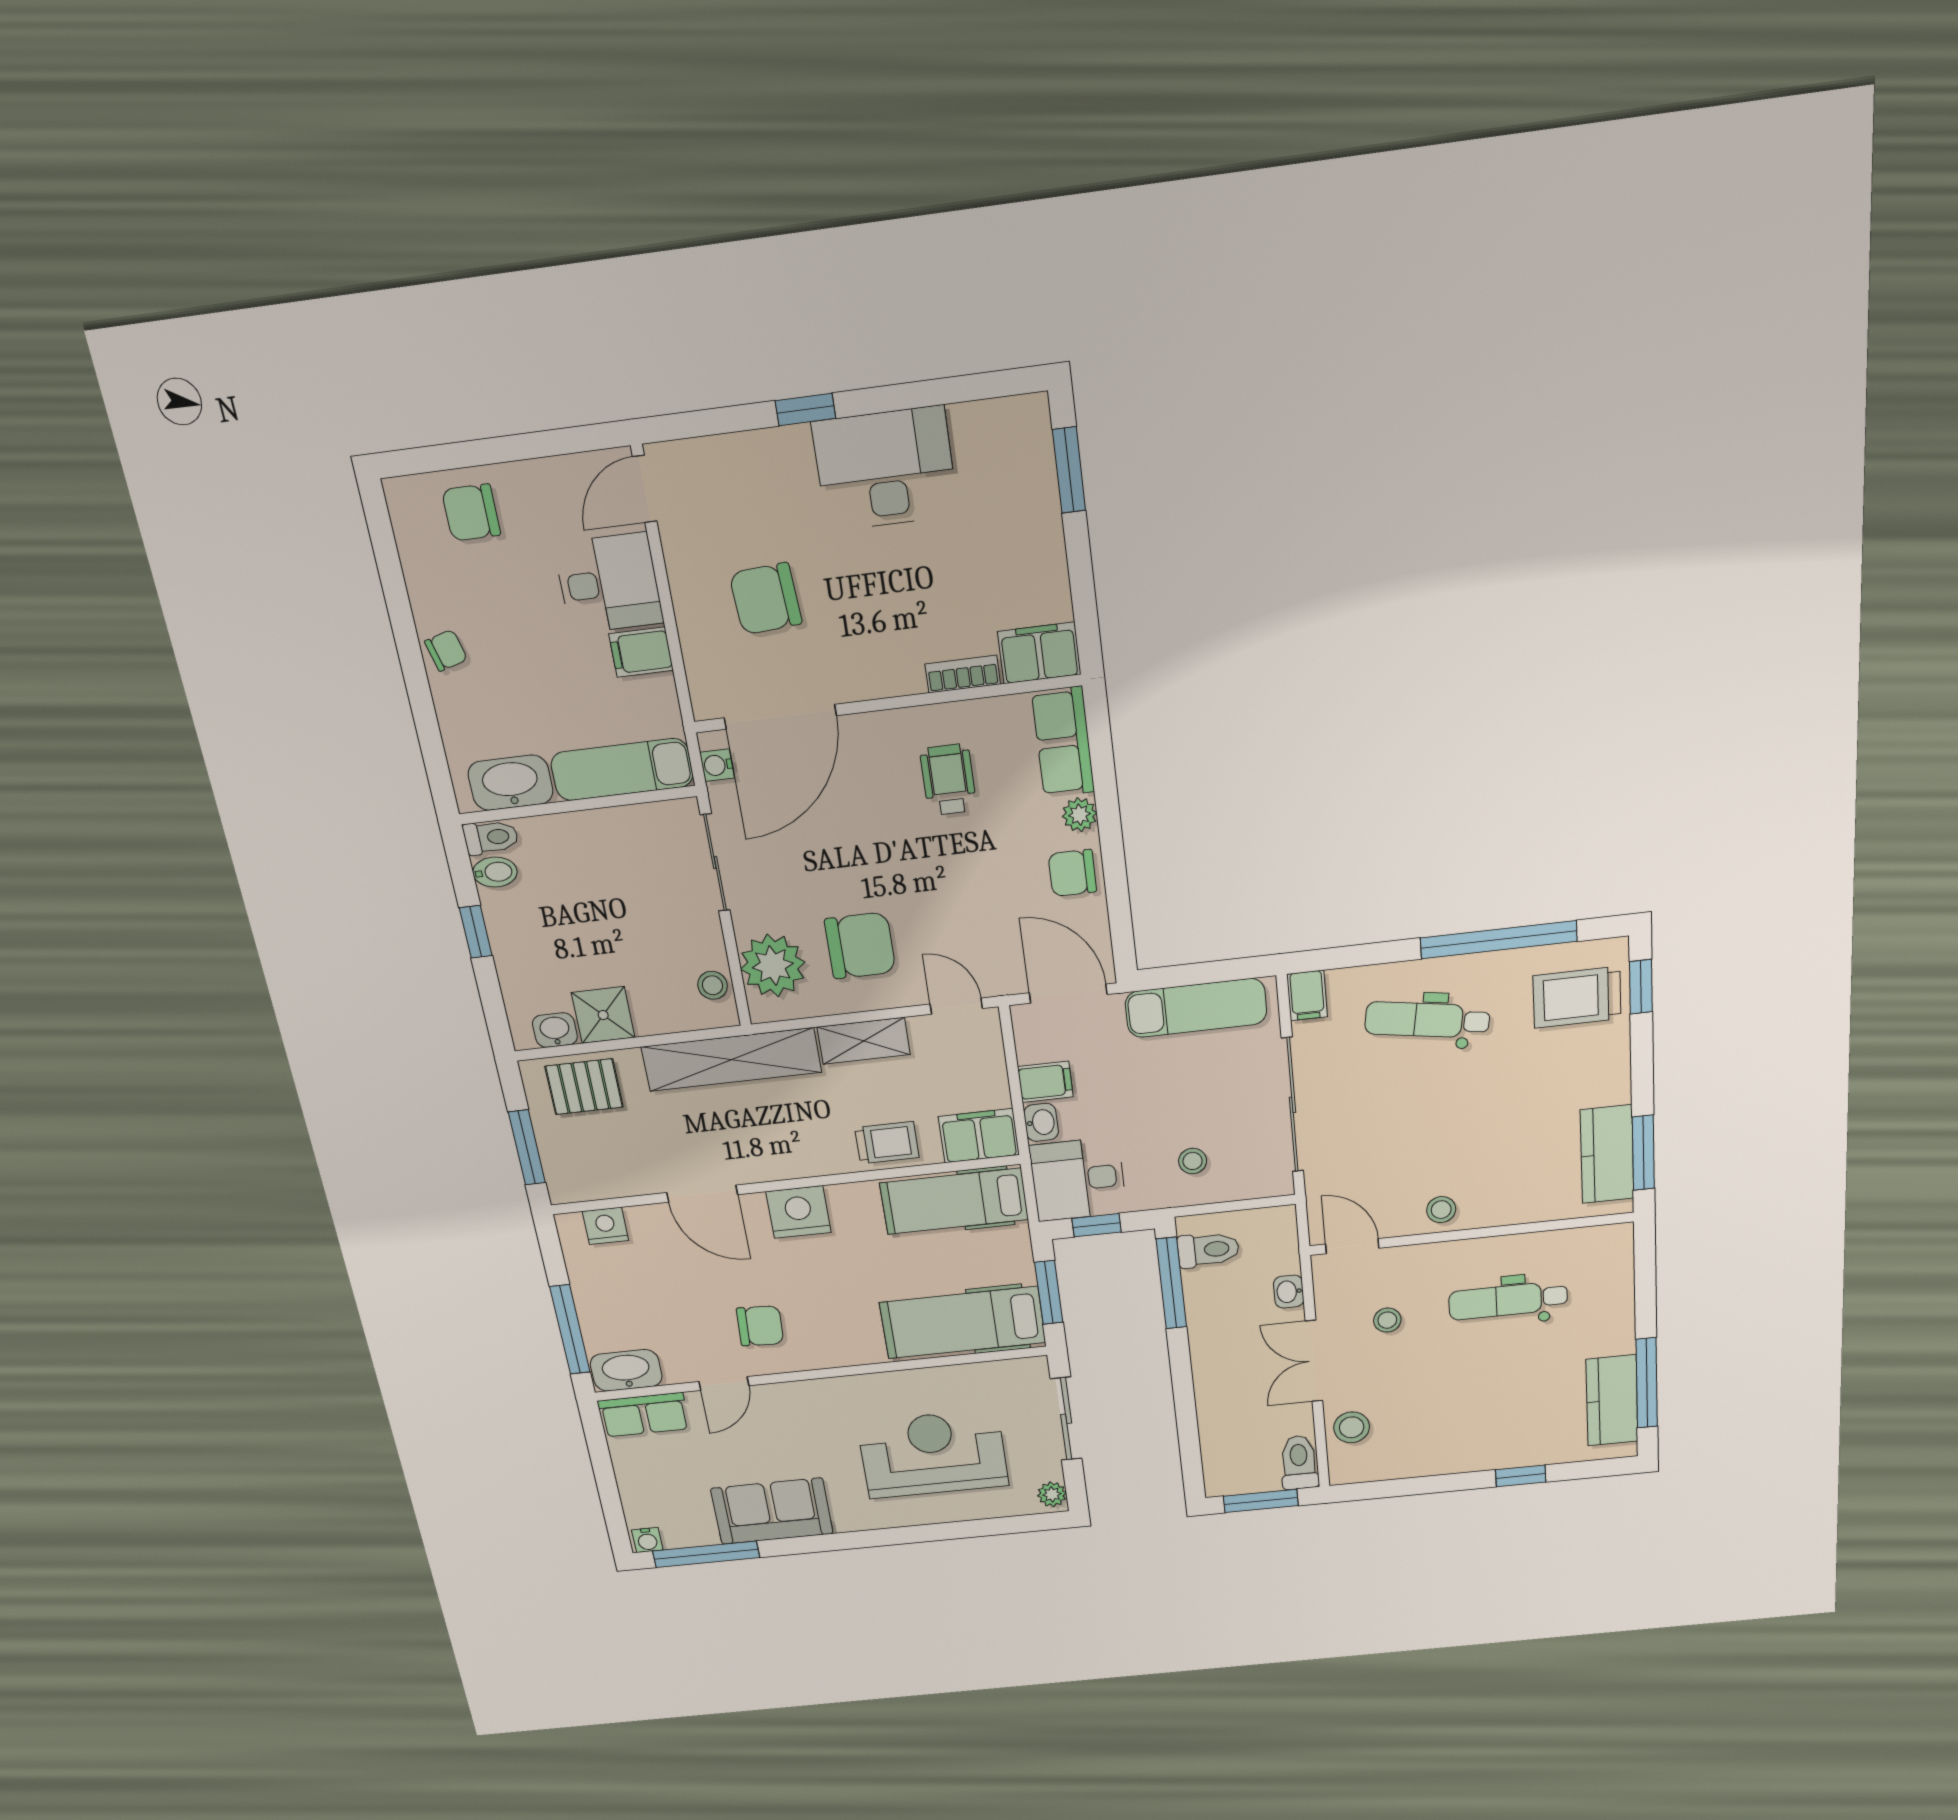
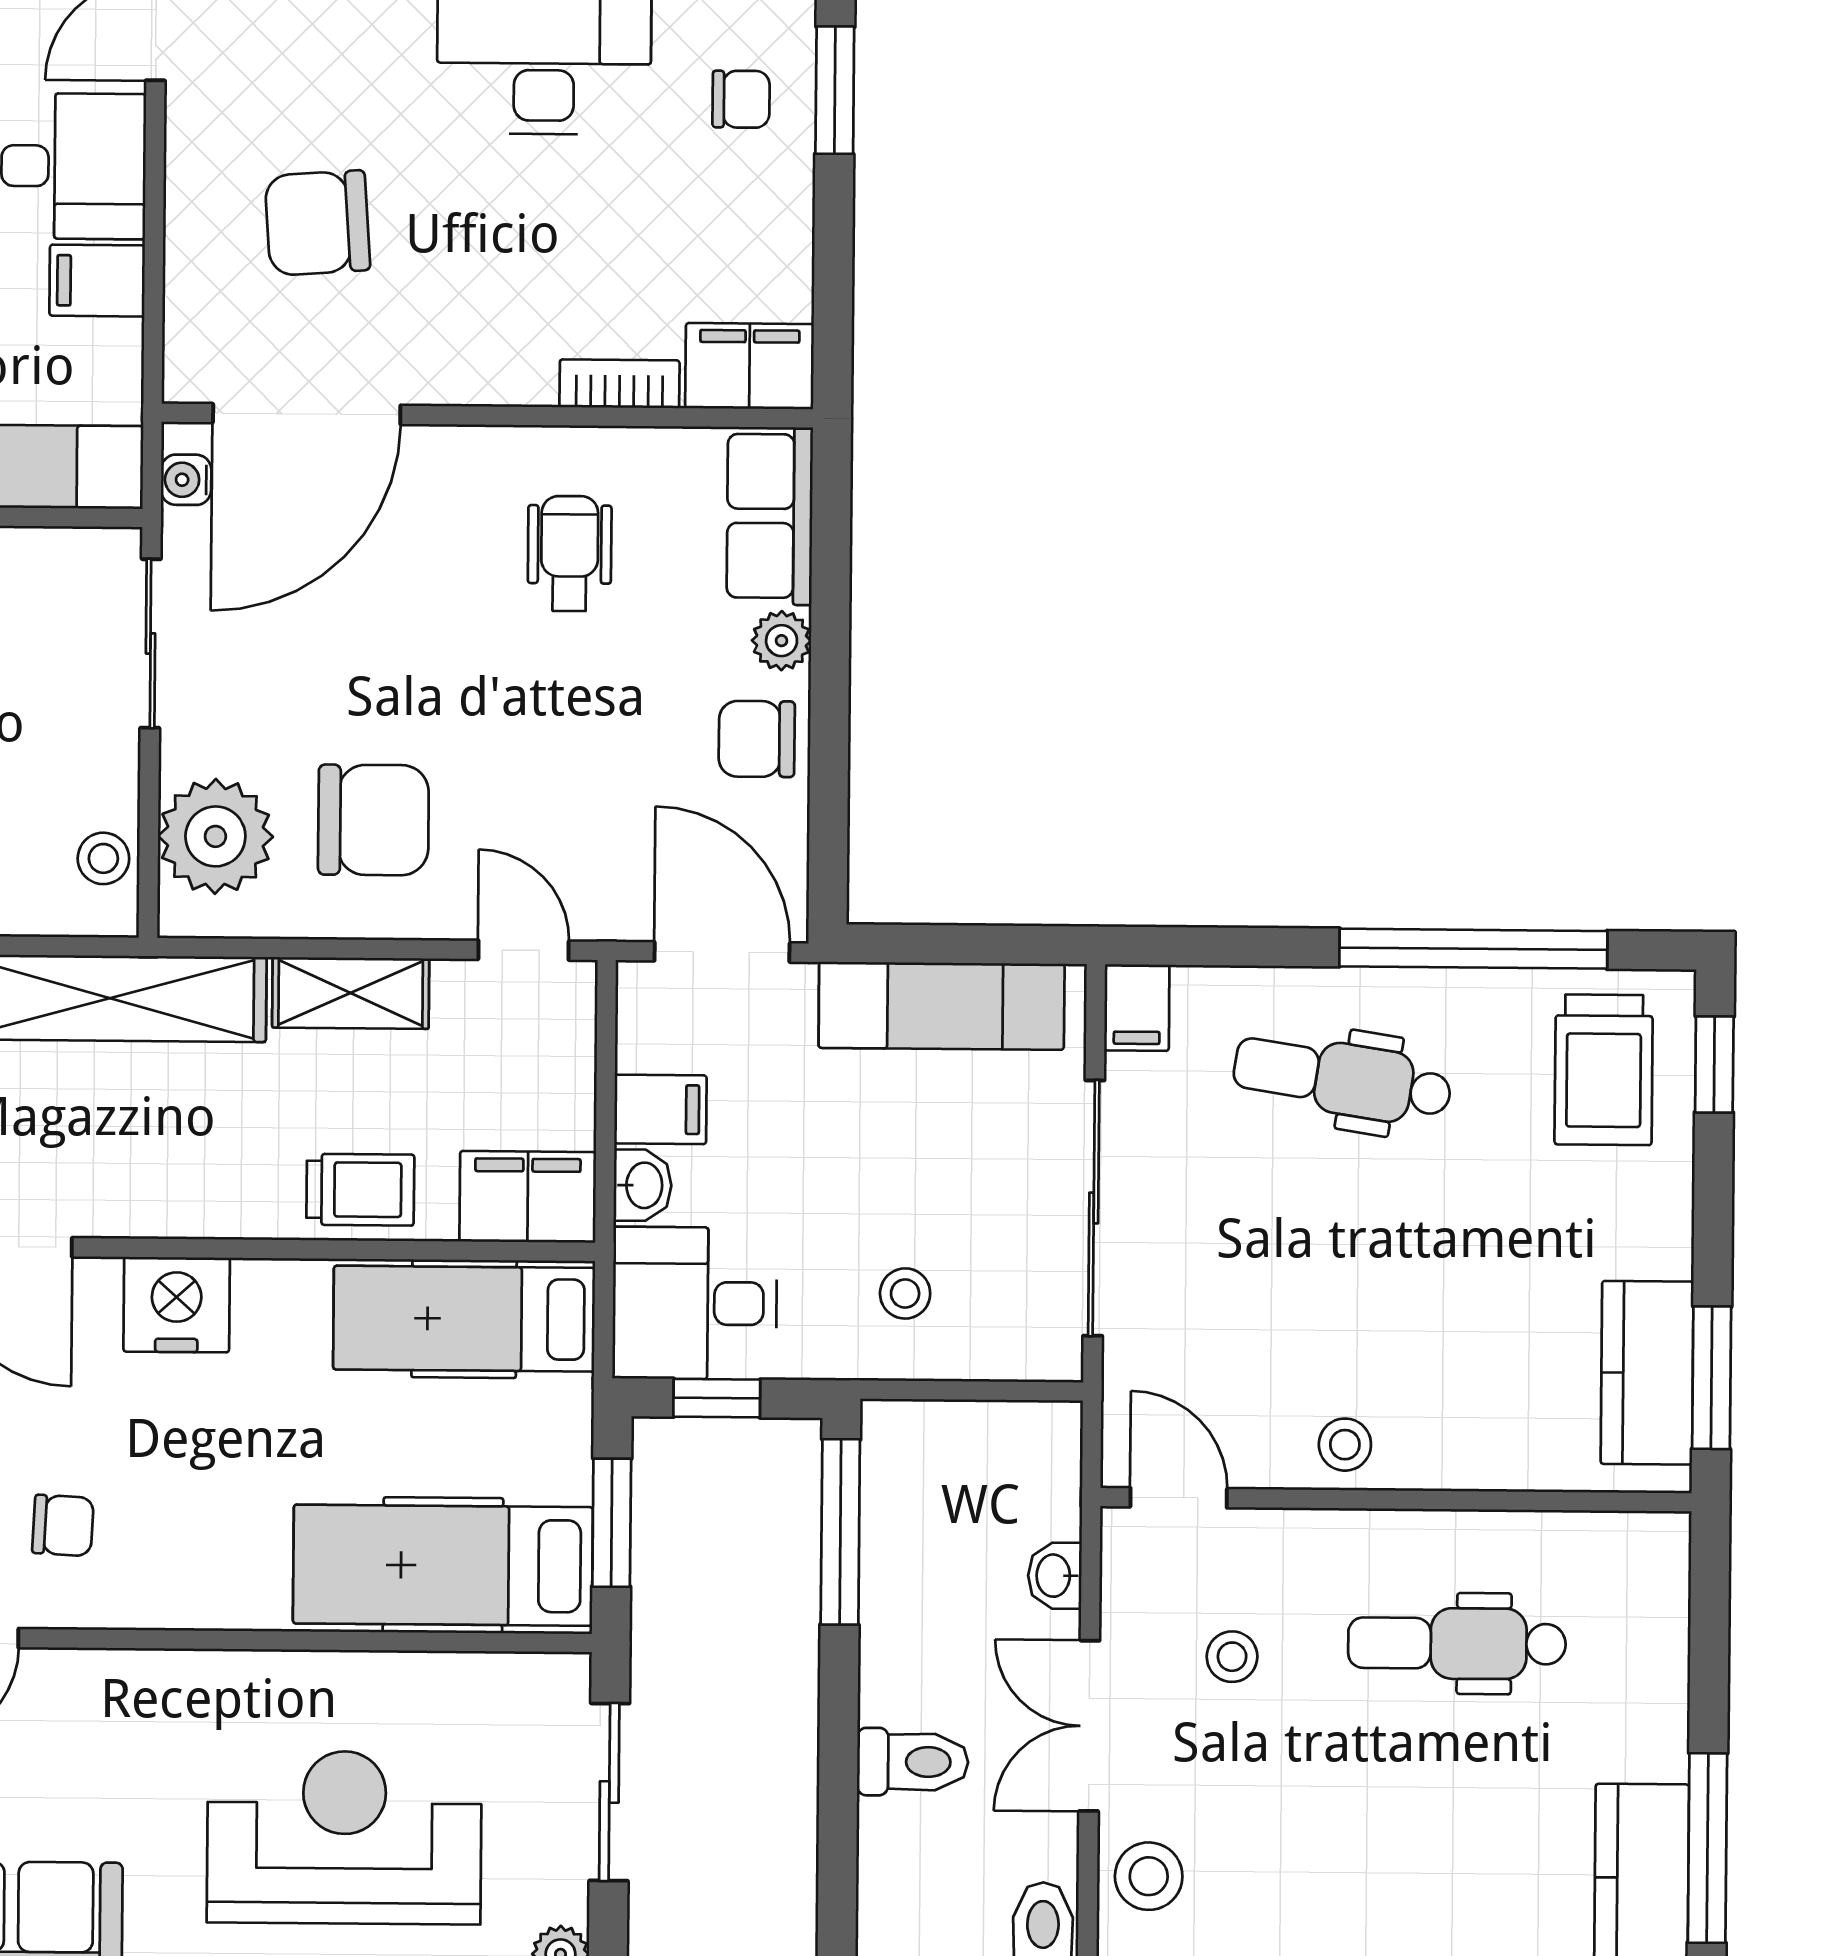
chair: (1012, 484) -> (741, 99), added
trolley: (1577, 997) -> (1604, 1070), turned -90
toilet: (1208, 1250) -> (913, 1762), moved
chair: (760, 1326) -> (63, 1525), width x0.73, depth x0.73

